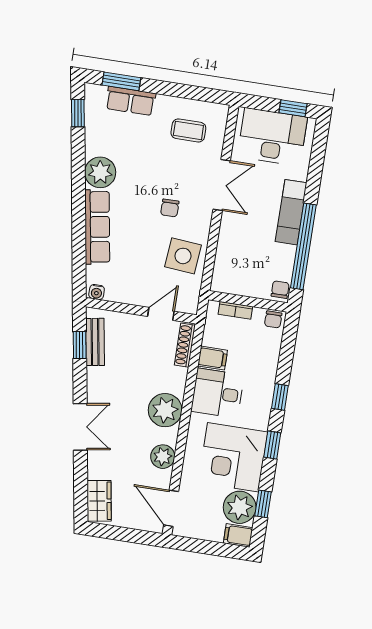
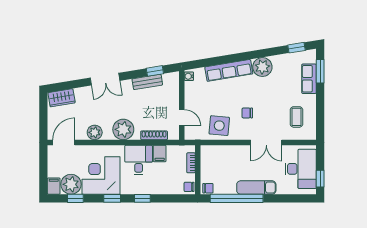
bench: (95, 342) -> (147, 82), moved
shoe rack: (185, 345) -> (154, 135), moved

